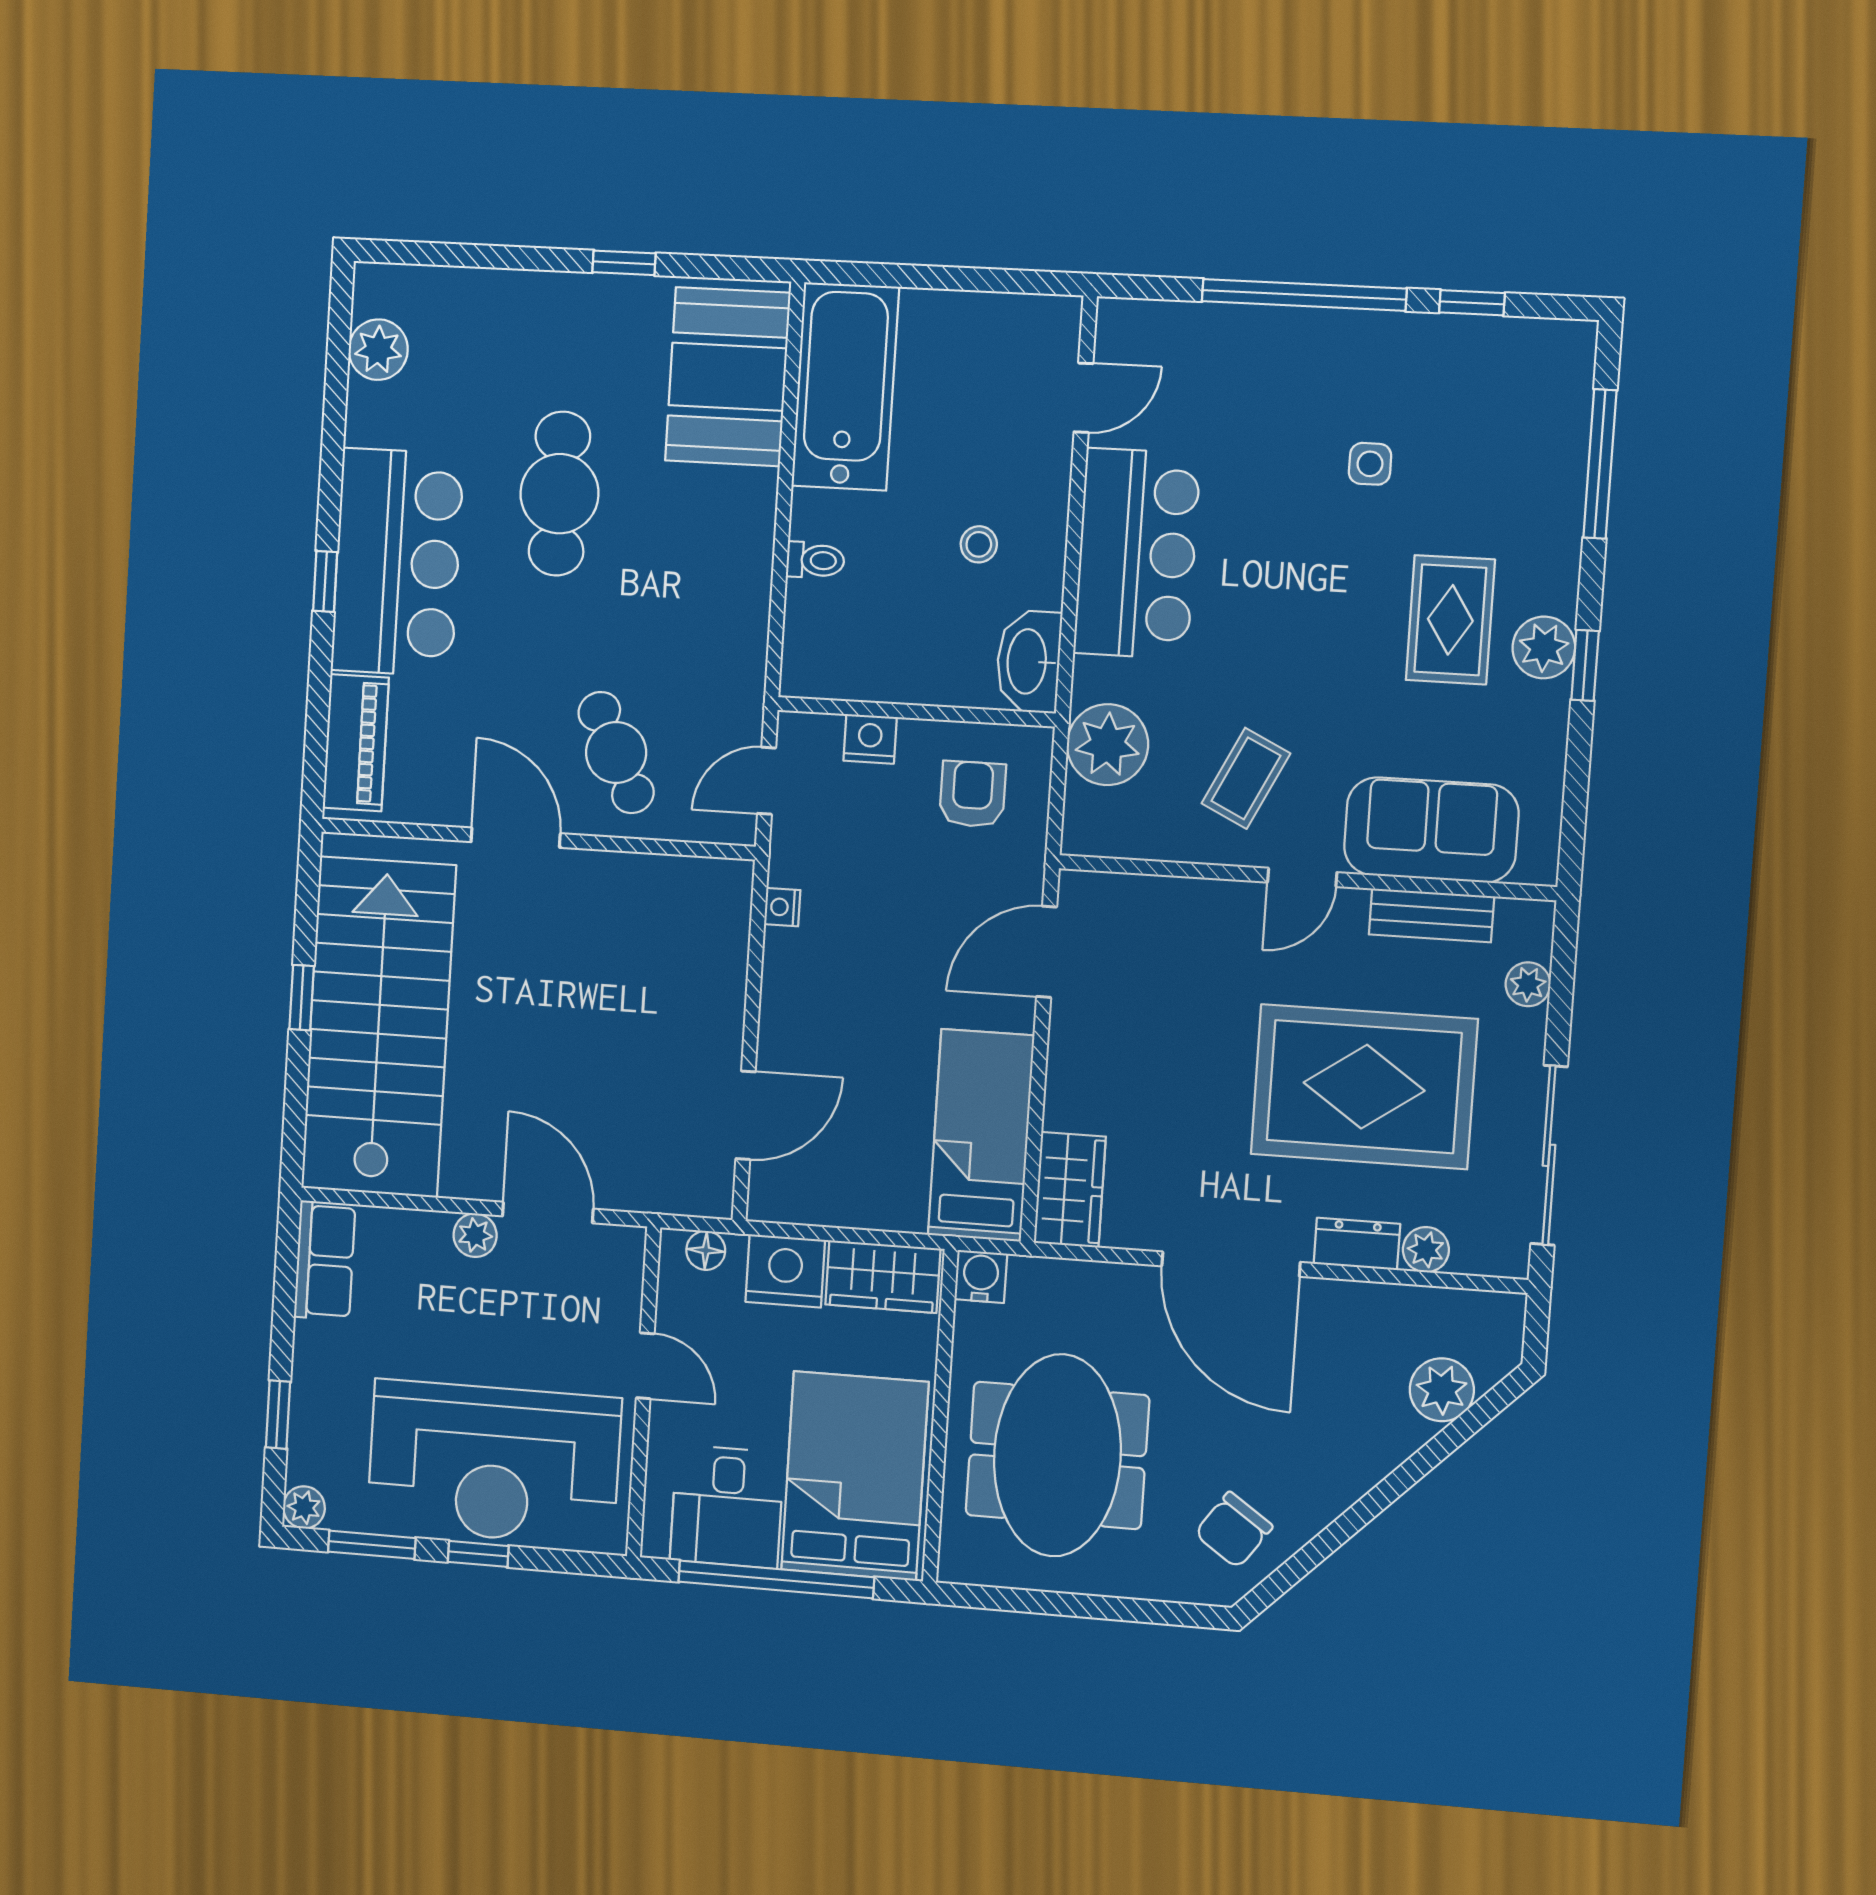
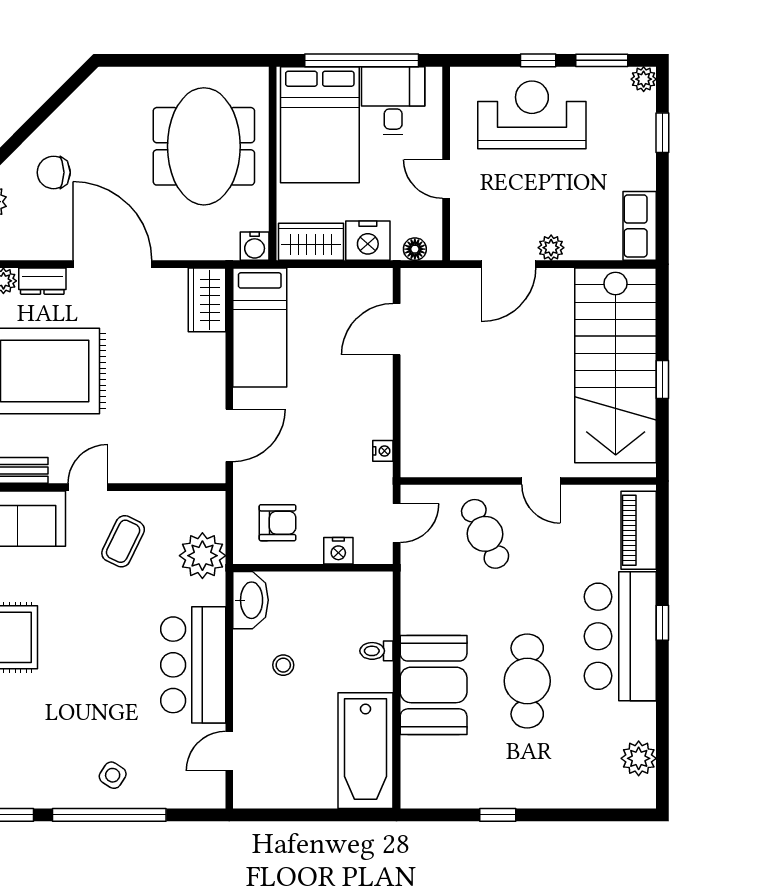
booth: (728, 377) -> (434, 685), moved
side table: (1370, 464) -> (113, 775), moved, turned 33
armchair: (973, 794) -> (277, 523), turned -90
door: (516, 838) -> (541, 481), width x0.73
door: (548, 1212) -> (509, 264), hinge flipped
reception desk: (494, 1463) -> (532, 115), width x0.74, depth x0.77
chair: (1234, 1530) -> (54, 172), moved, turned -125

